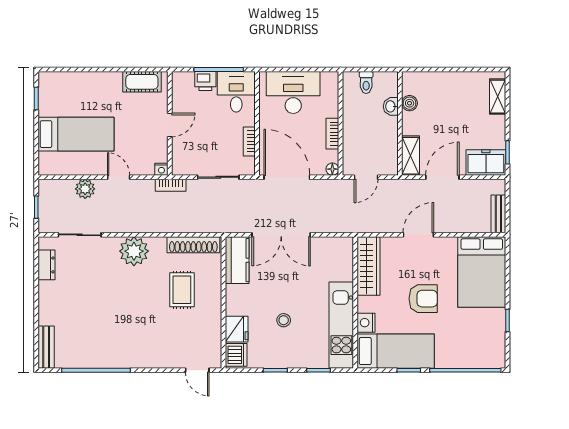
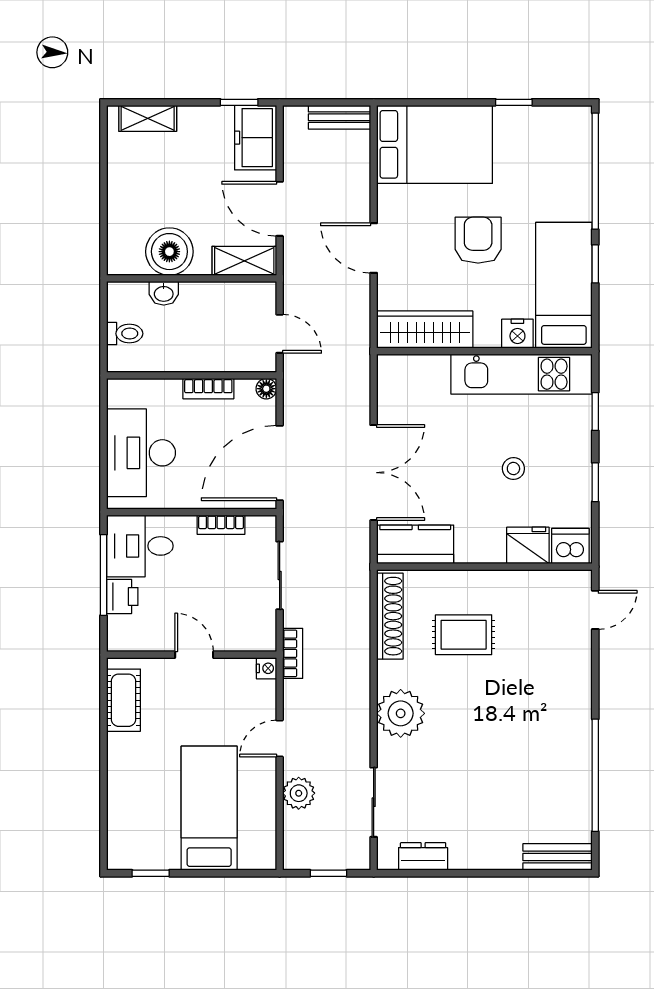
boiler: (410, 103) -> (169, 252), width x1.86, depth x1.86

